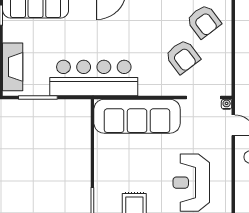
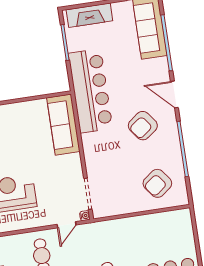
armchair: (183, 57) -> (143, 126), moved
sofa: (137, 116) -> (63, 125), width x0.74, depth x0.79

